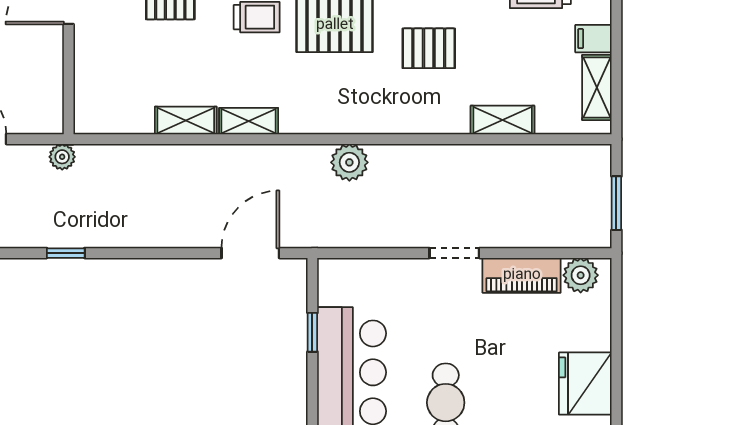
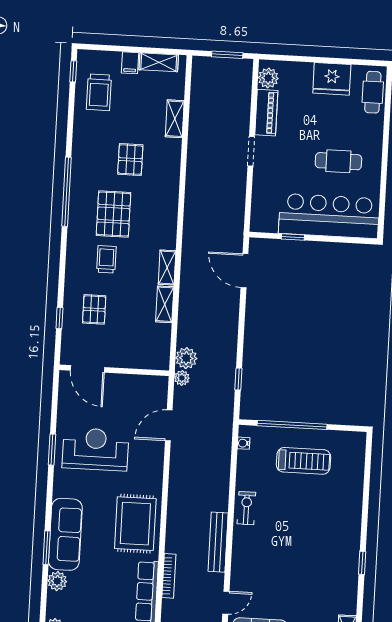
plant: (349, 162) -> (186, 358), moved

